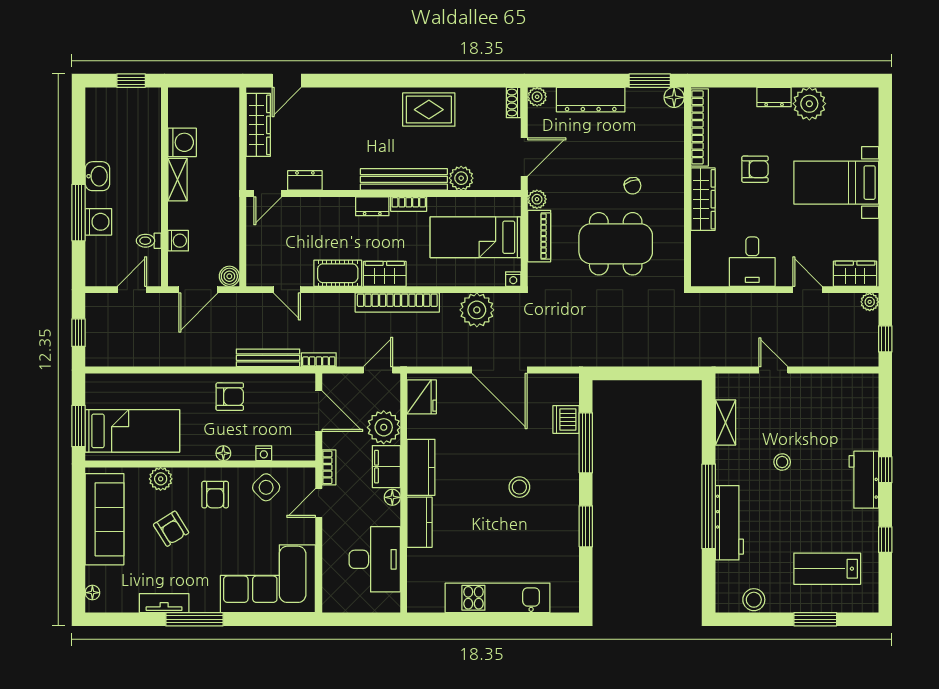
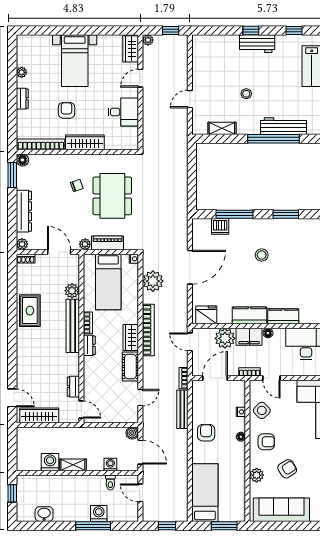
plant: (809, 104) -> (22, 72), width x0.53, depth x0.53
washbasin: (97, 176) -> (44, 514), moved
bed: (132, 431) -> (205, 493), moved

